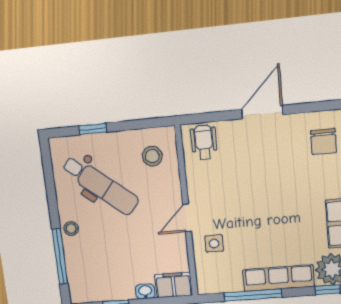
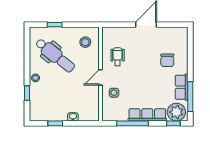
wheelchair: (204, 142) -> (118, 57), moved
chair: (323, 142) -> (167, 60), moved
window: (60, 257) -> (27, 93), width x0.46
filing cabinet: (173, 285) -> (89, 114), removed

